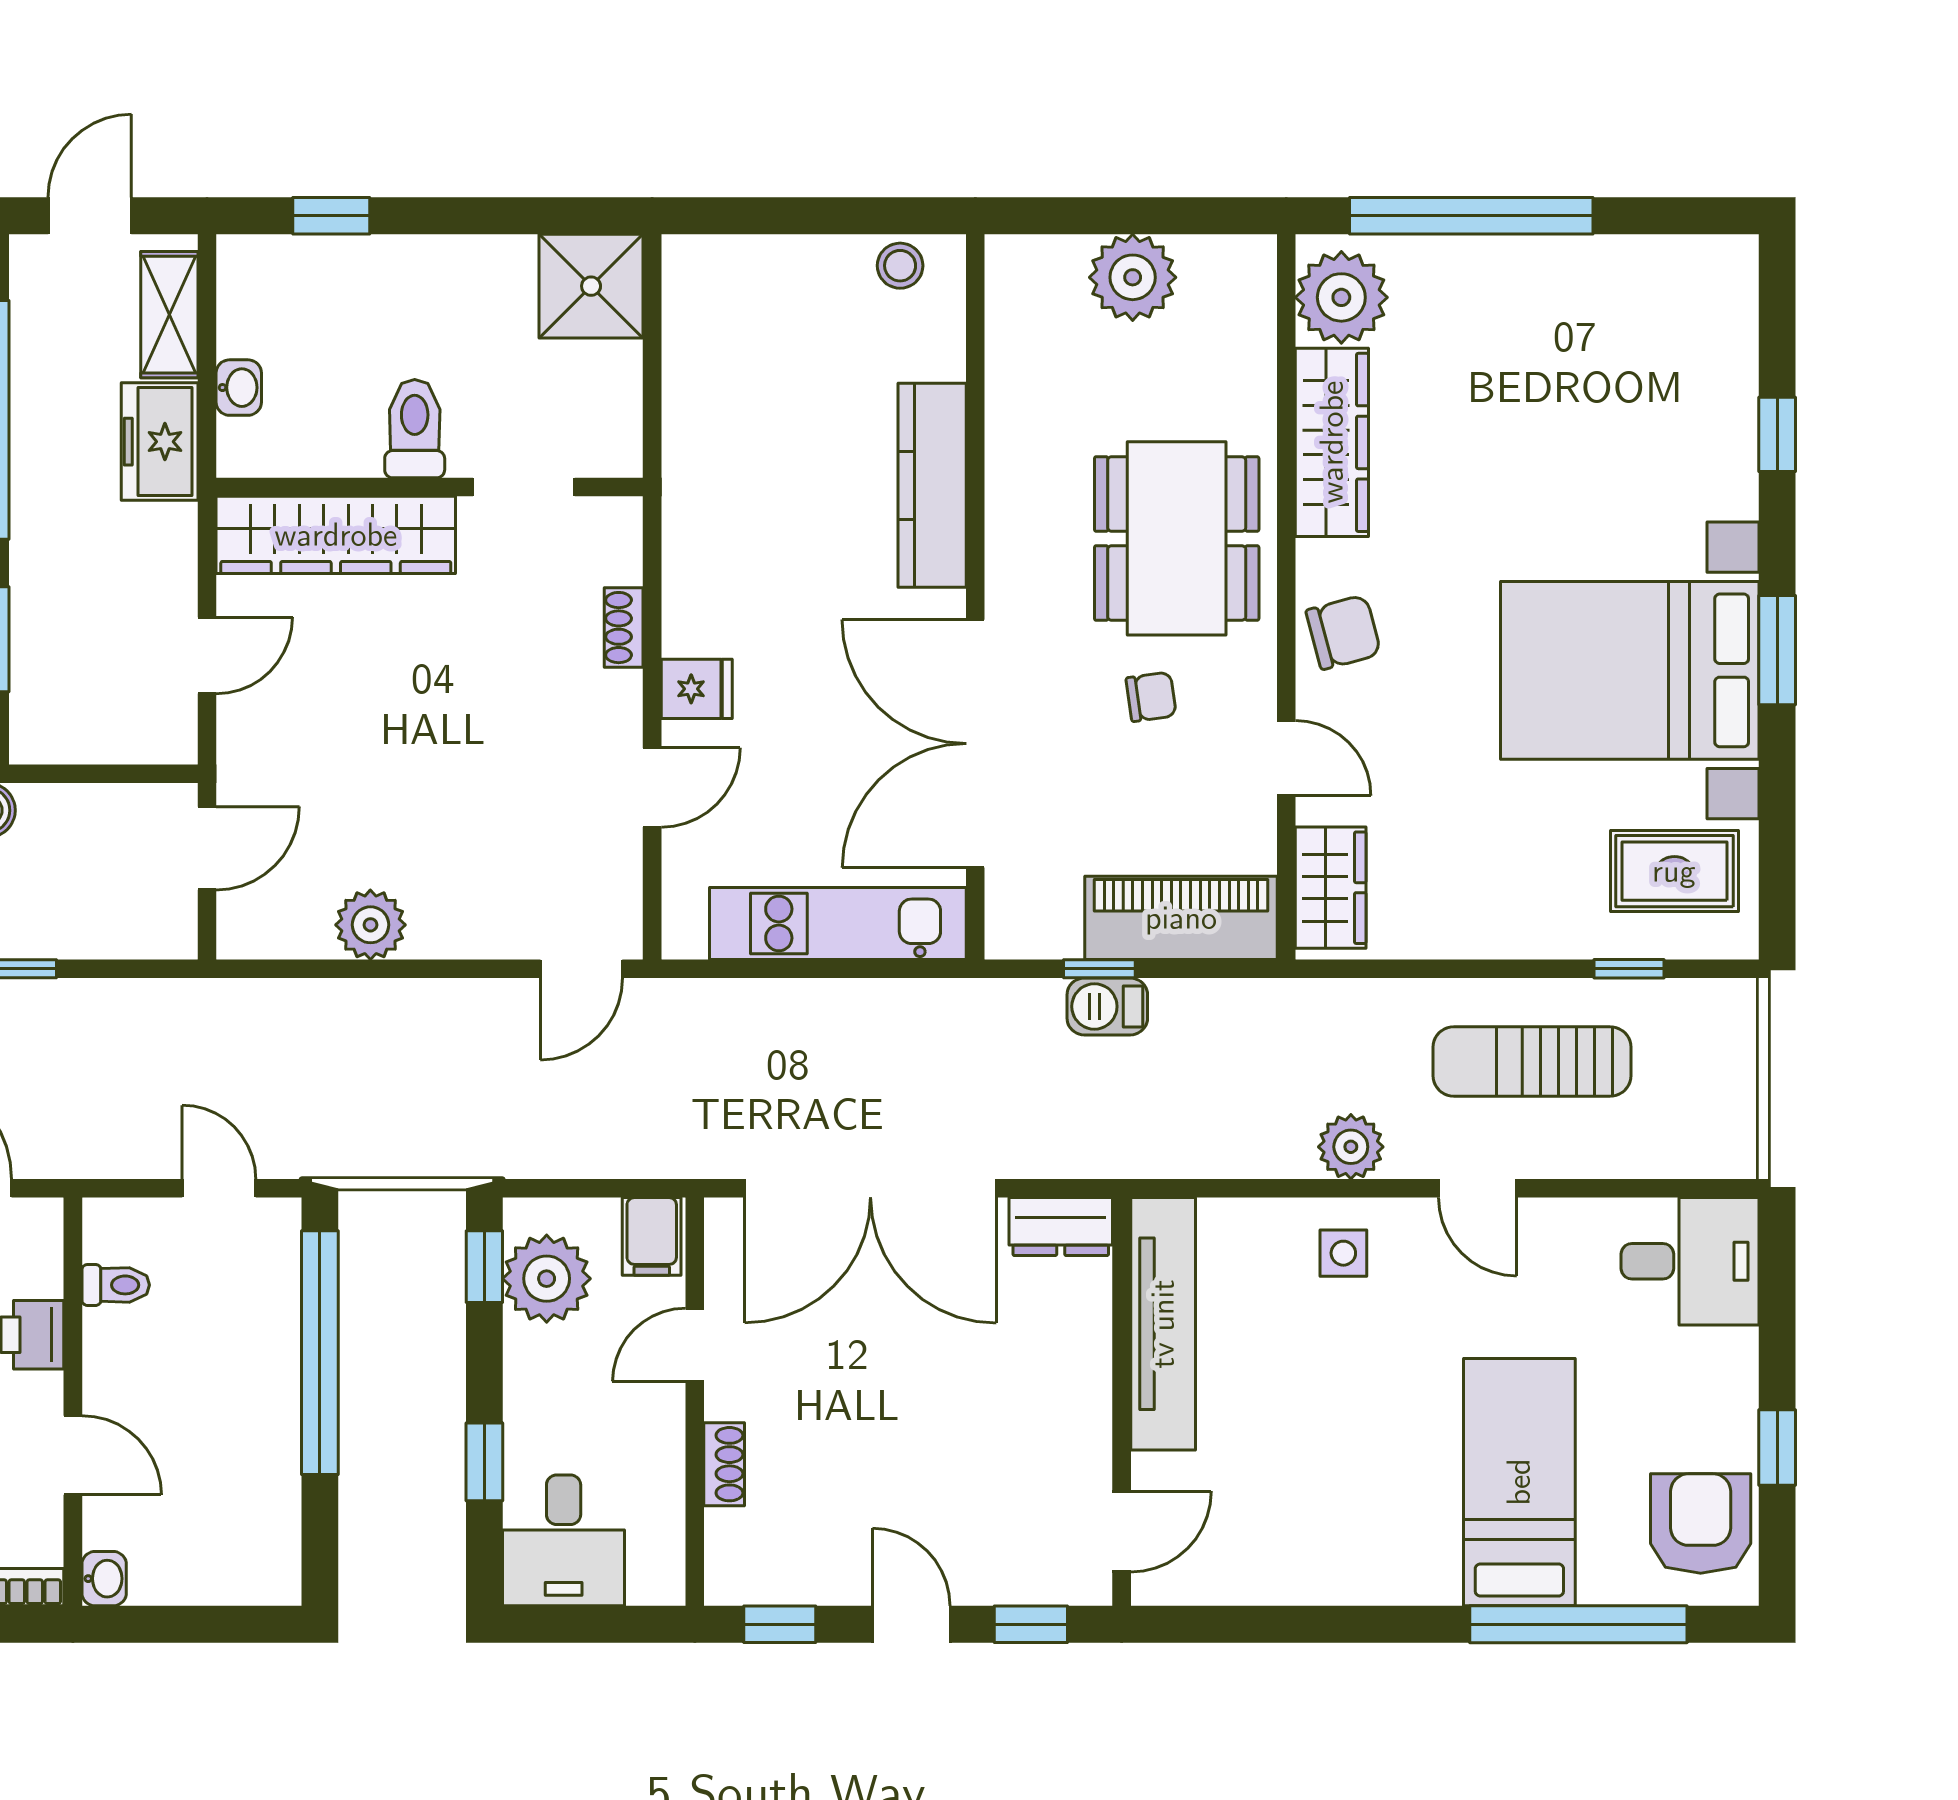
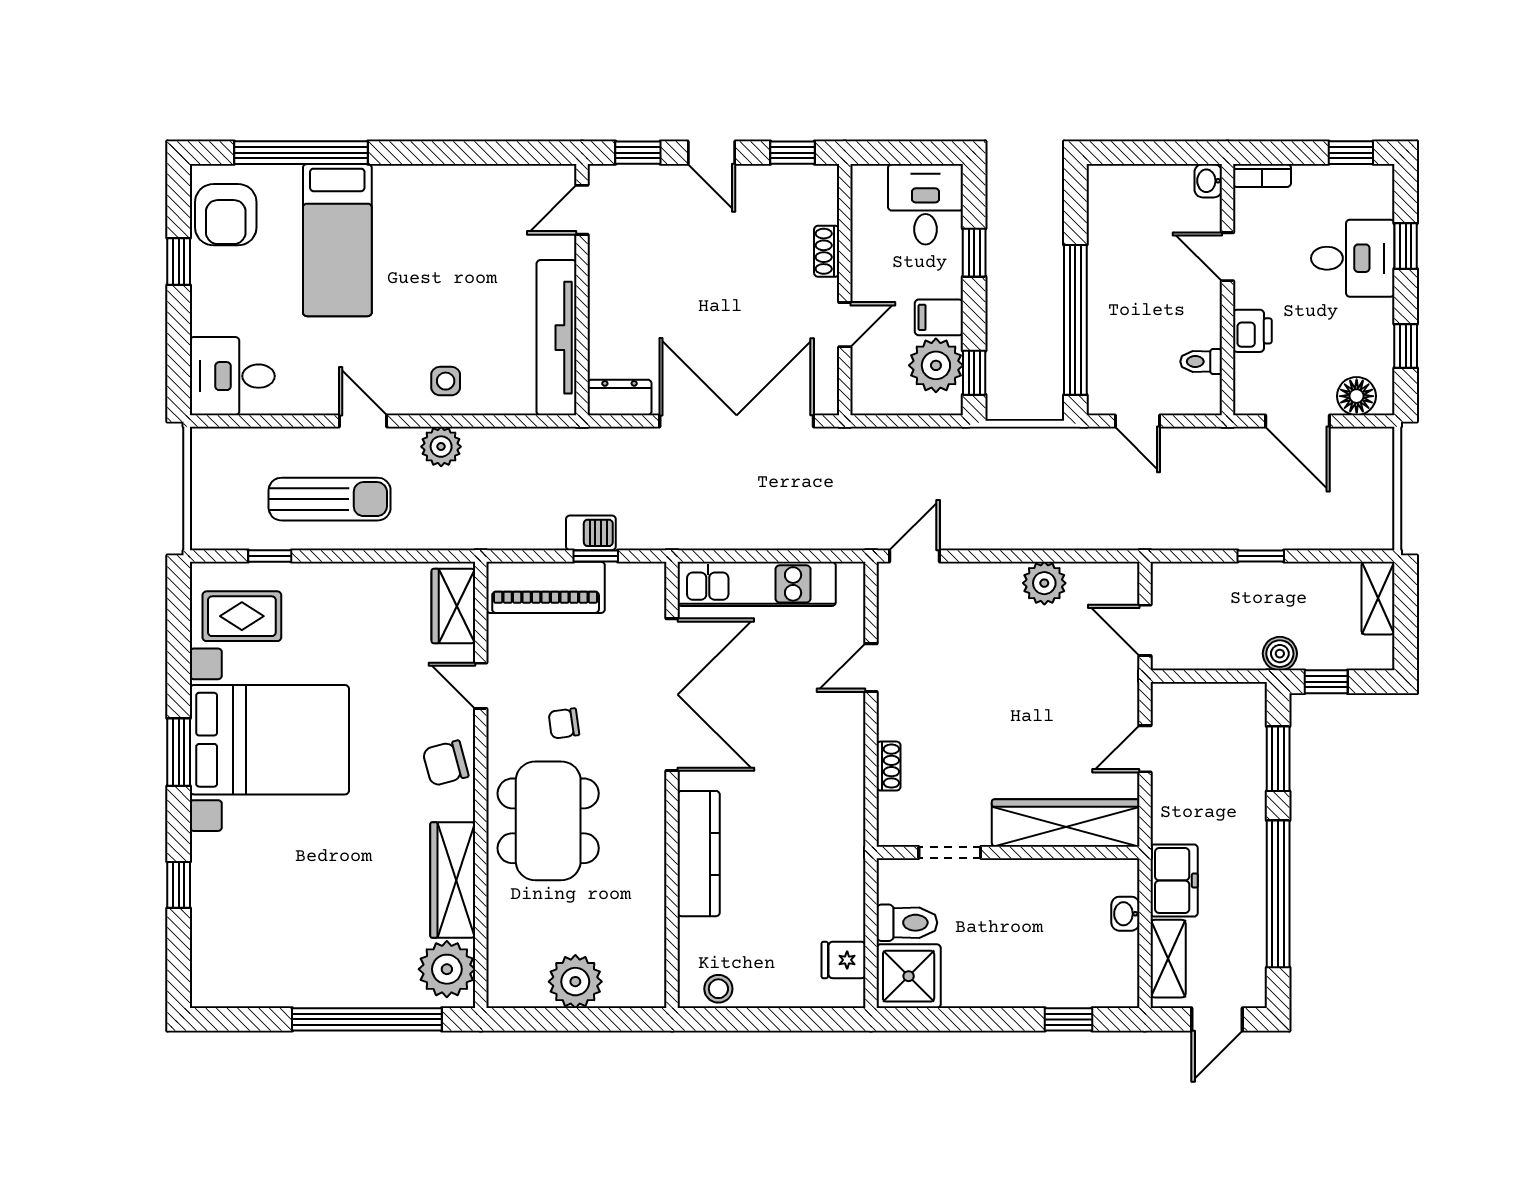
toilet: (415, 429) -> (907, 923), moved, turned -90
fridge: (697, 689) -> (844, 960), moved
door: (207, 848) -> (1145, 630), hinge flipped
filing cabinet: (652, 1236) -> (939, 317), moved, turned -90

